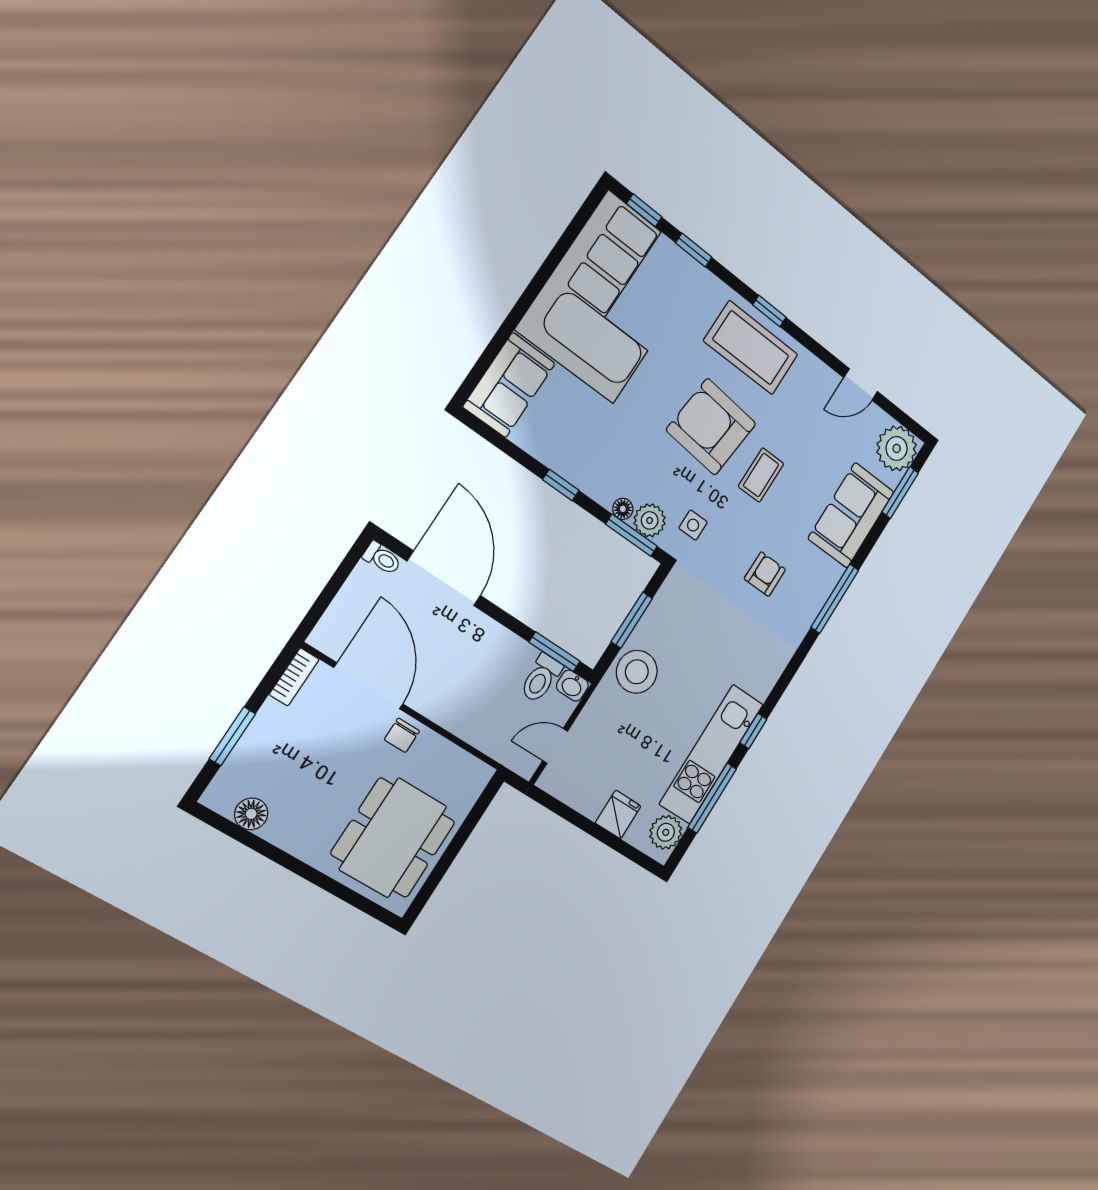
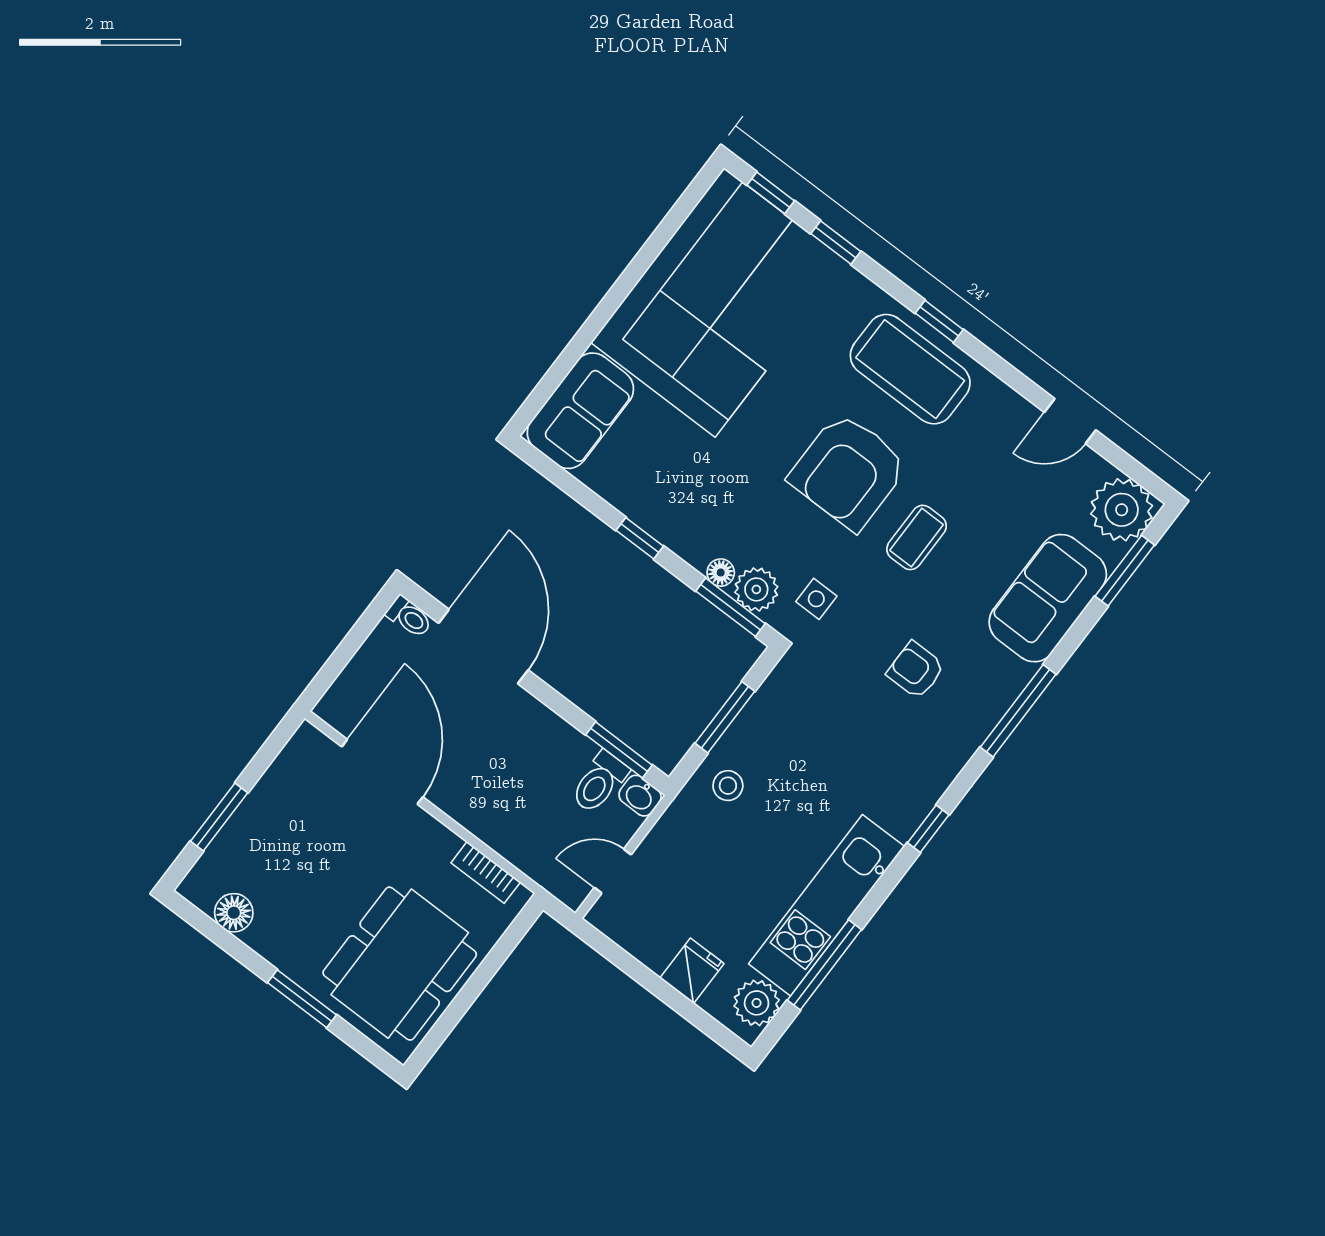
armchair: (711, 427) -> (849, 471), turned -96
armchair: (765, 574) -> (916, 670), turned -90
stool: (637, 672) -> (728, 786), width x0.53, depth x0.53
bookcase: (294, 677) -> (486, 872), moved, turned 90
window: (753, 731) -> (928, 829), moved
chair: (402, 735) -> (419, 837), removed
window: (315, 876) -> (302, 999), added

